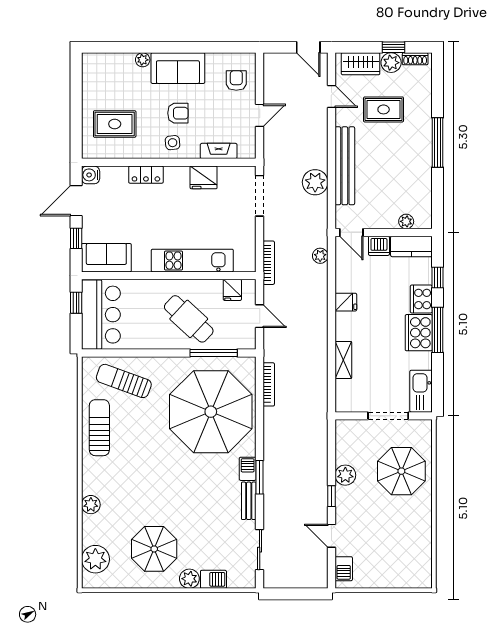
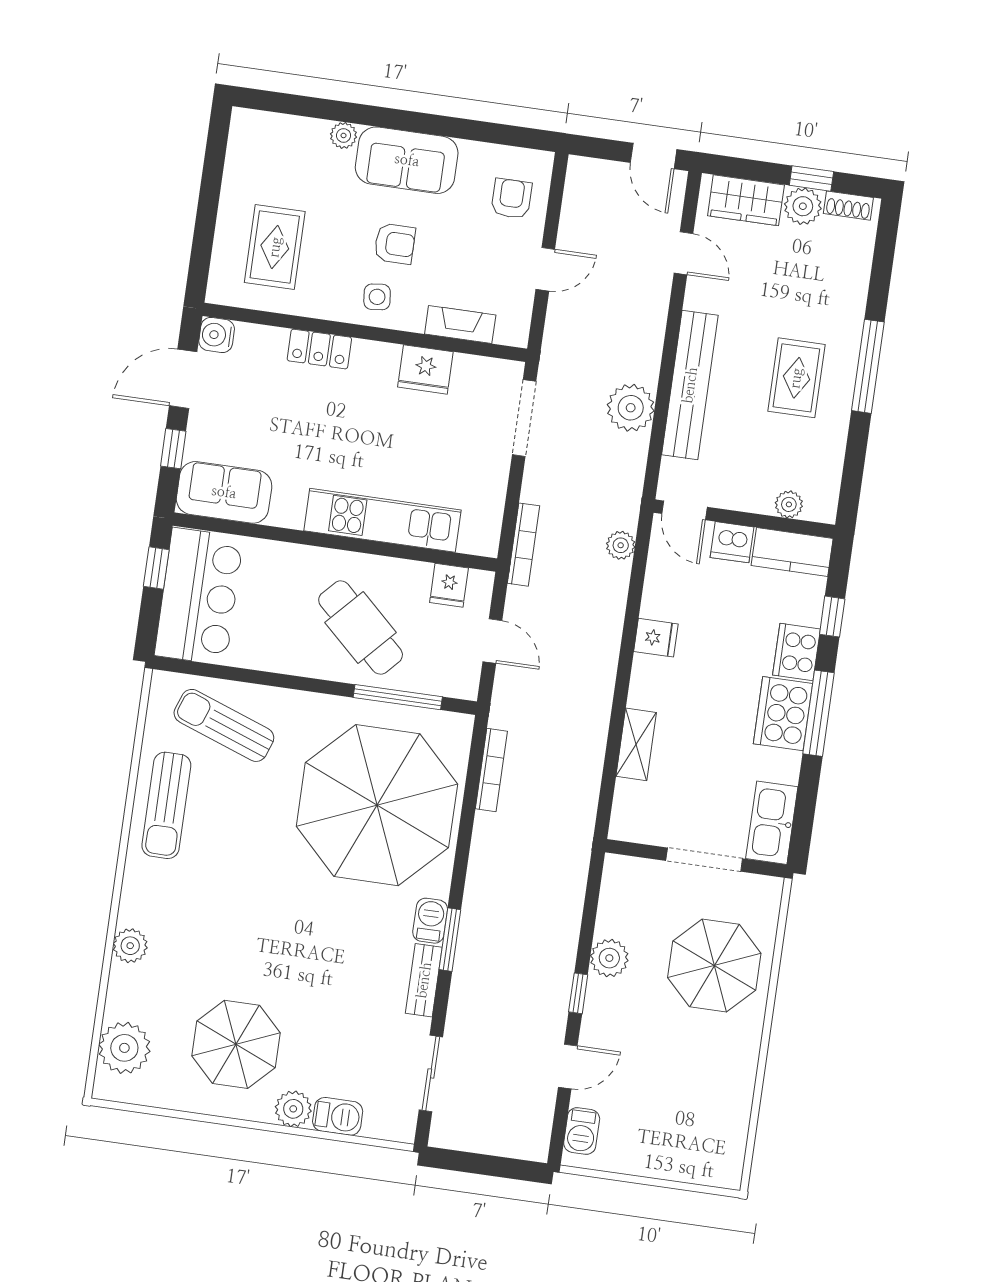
rug: (384, 109) -> (796, 378), moved, turned 90
rug: (115, 124) -> (275, 247), turned 90
sun lounger: (99, 428) -> (166, 805), turned 180
door: (331, 536) -> (568, 1067), swing flipped

